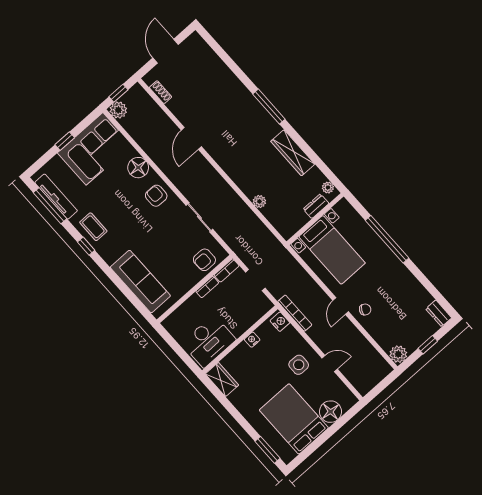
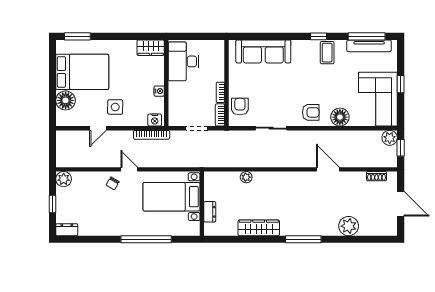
plant: (328, 188) -> (349, 226), moved, width x1.87, depth x1.87
coffee table: (93, 227) -> (327, 53), turned 90

